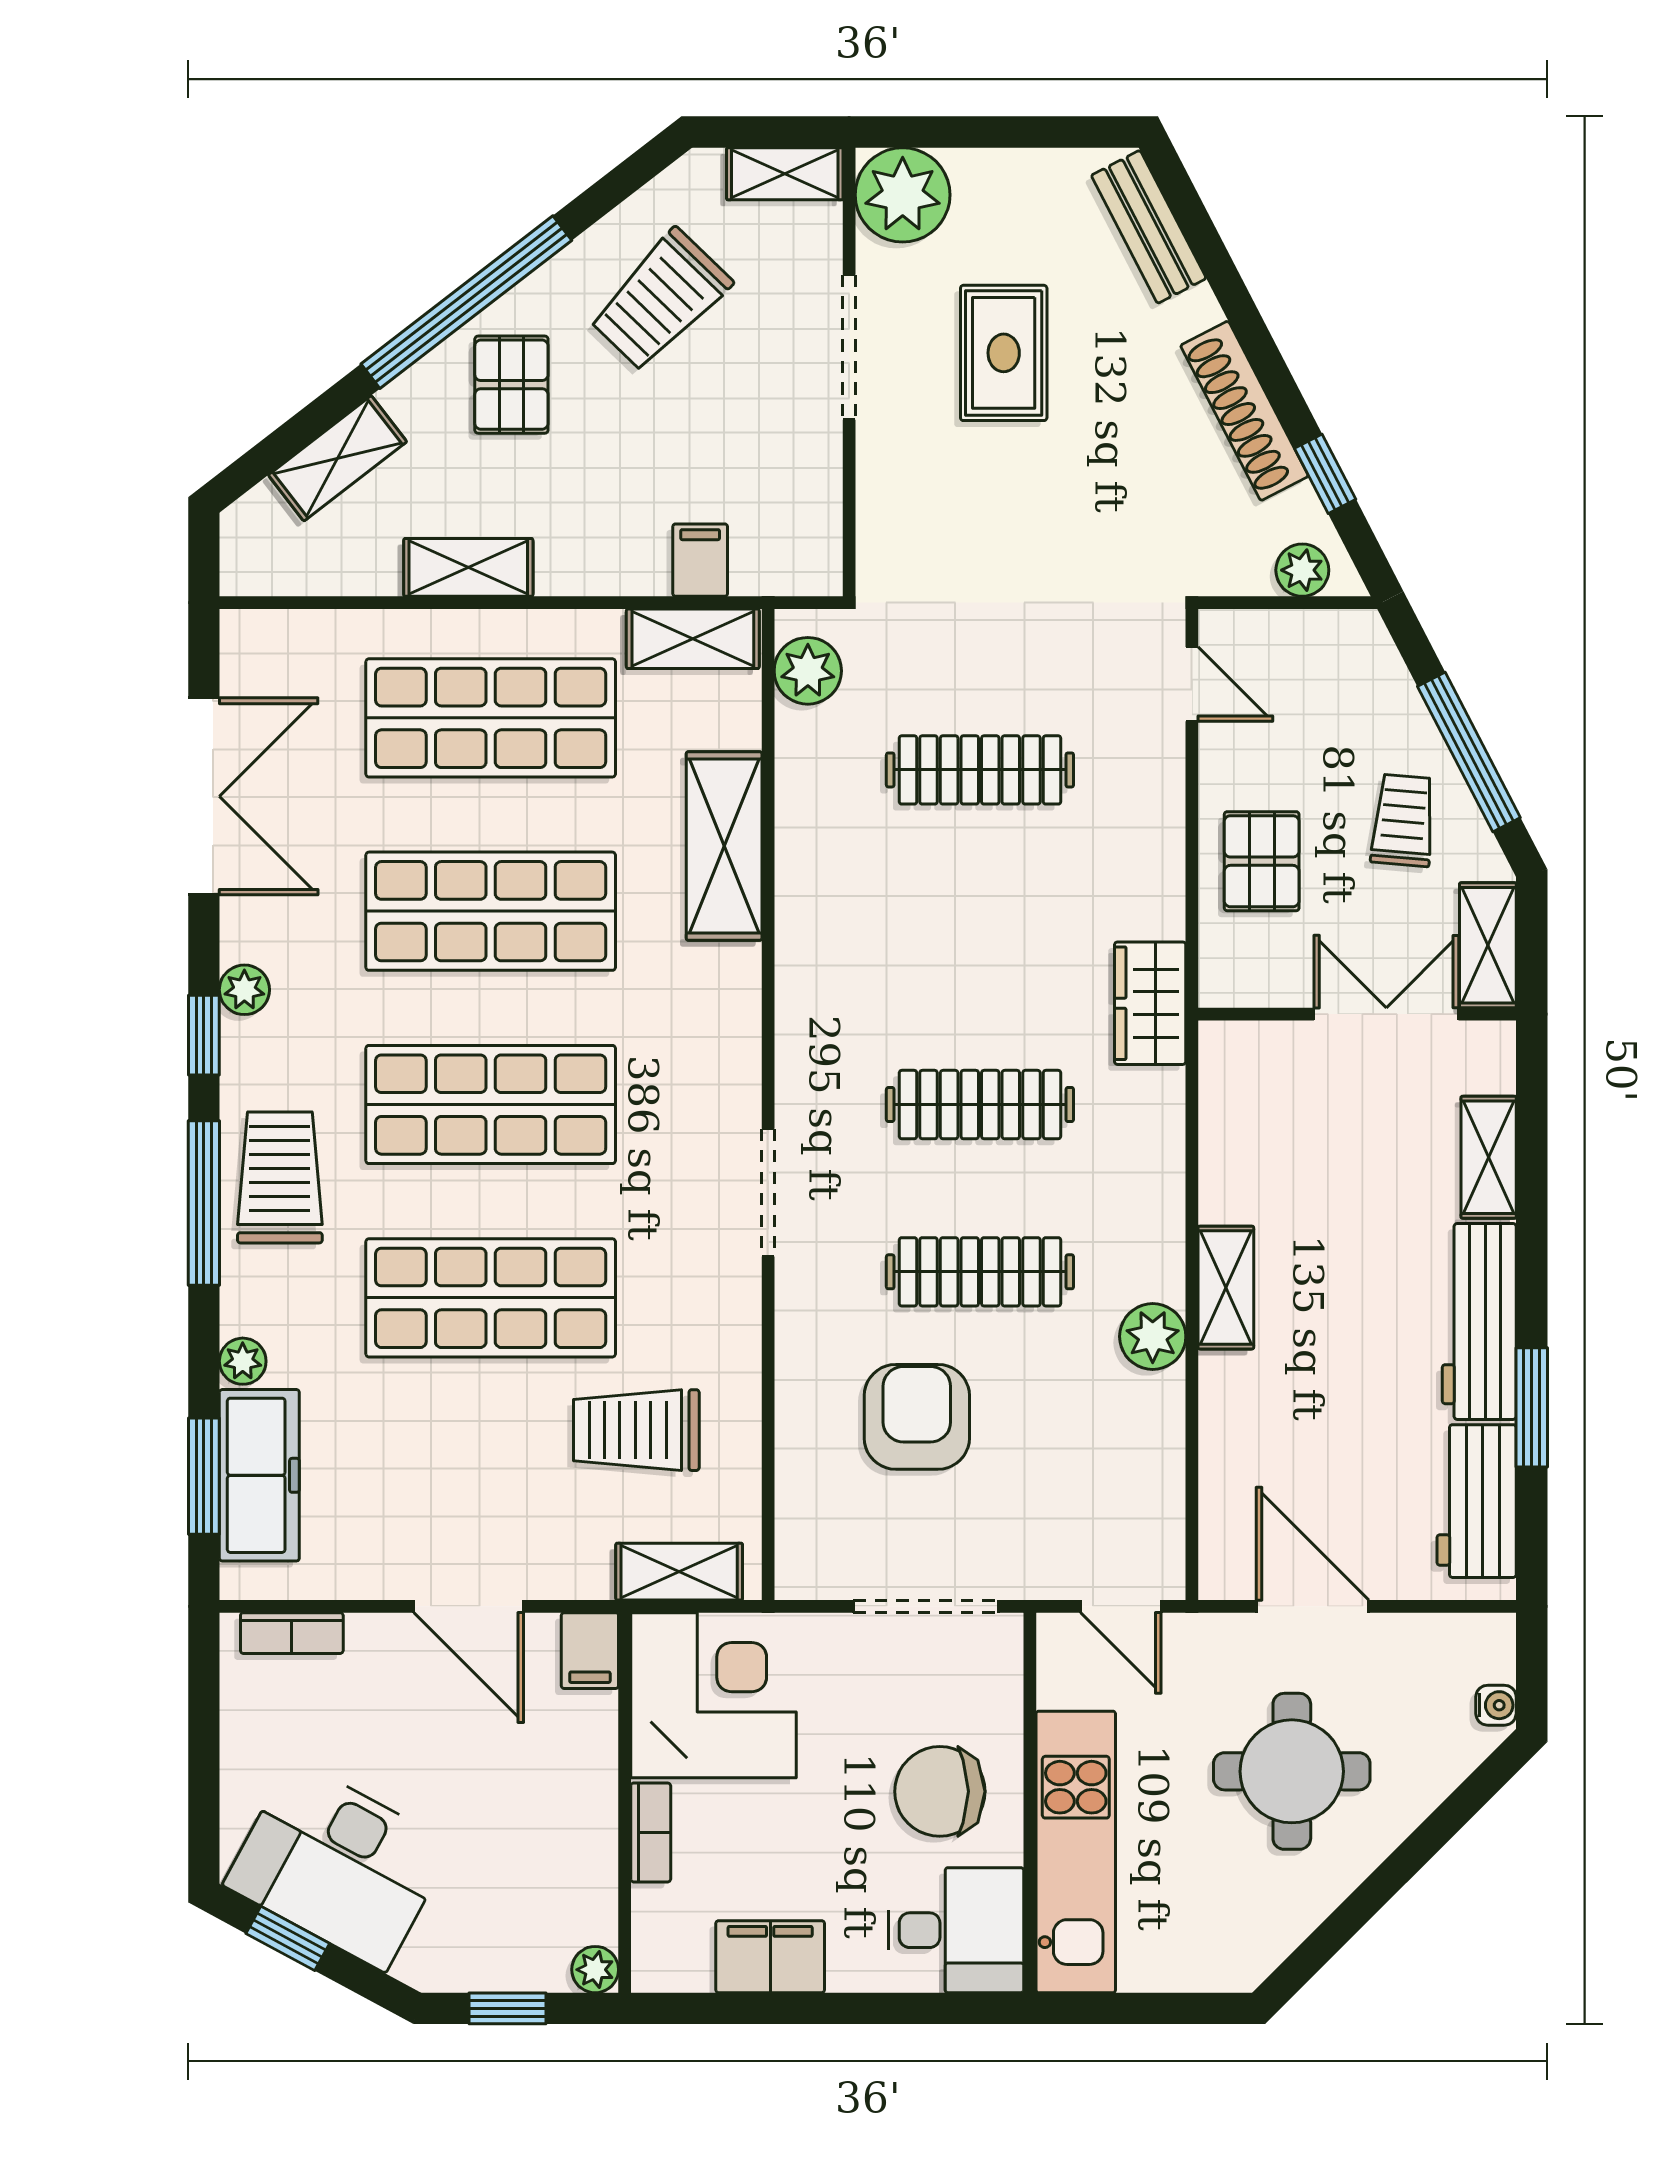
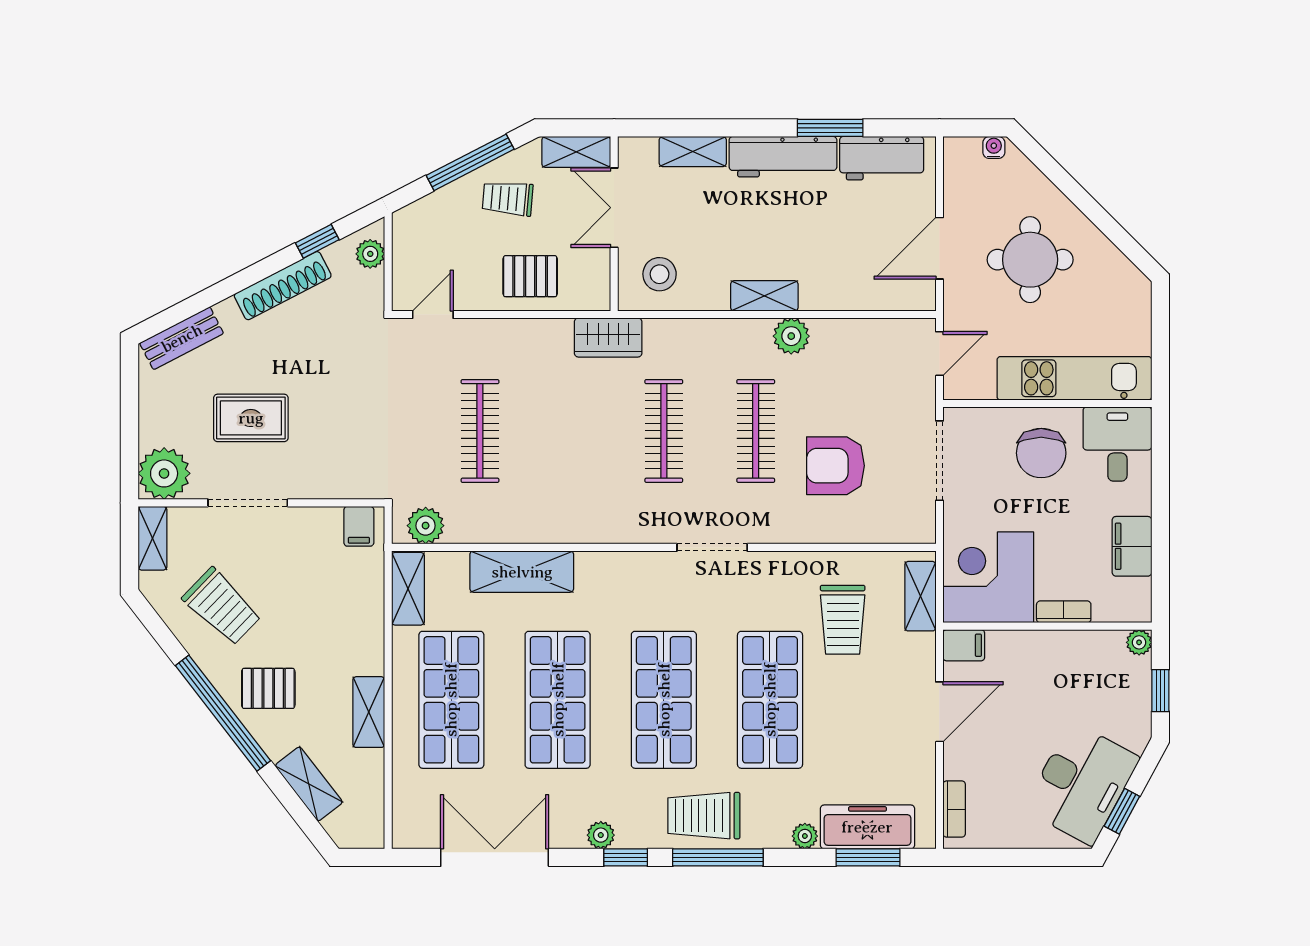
filing cabinet: (700, 560) -> (359, 526), moved, turned -90
stool: (1265, 1097) -> (660, 274), added

